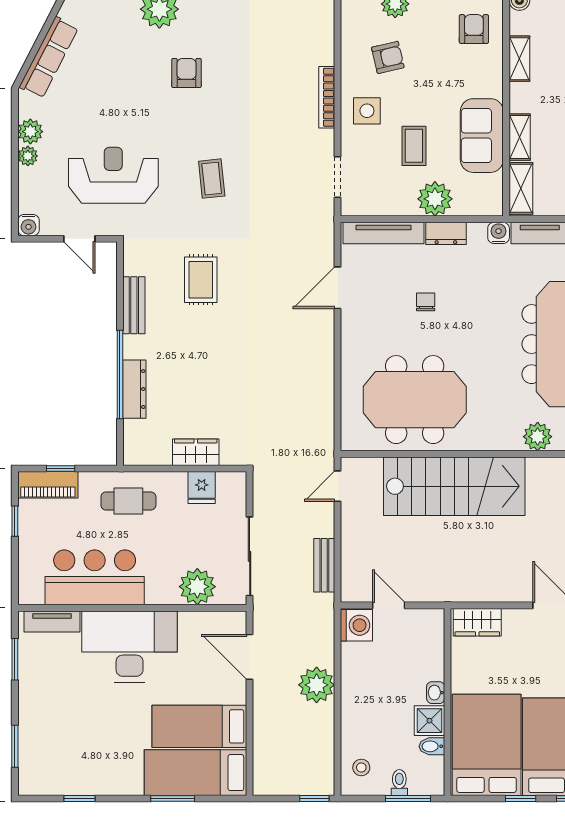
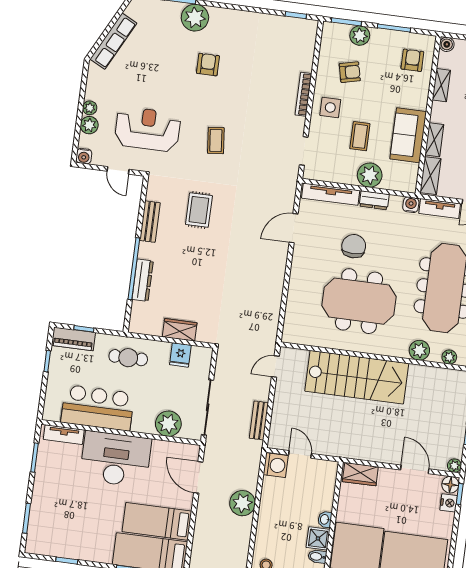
plant: (30, 132) -> (89, 125), moved
chair: (426, 302) -> (354, 246), width x1.87, depth x1.87
meeting table: (415, 400) -> (359, 301), moved

